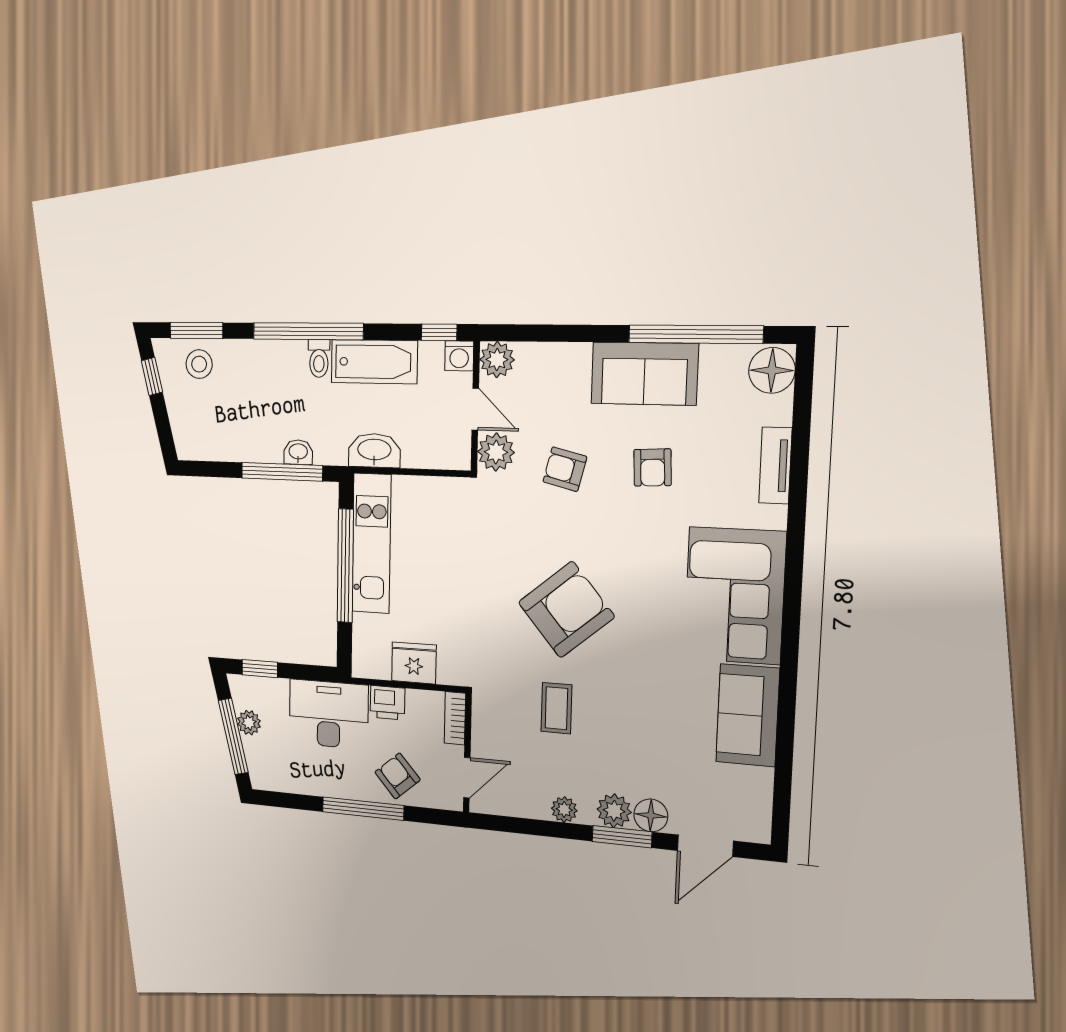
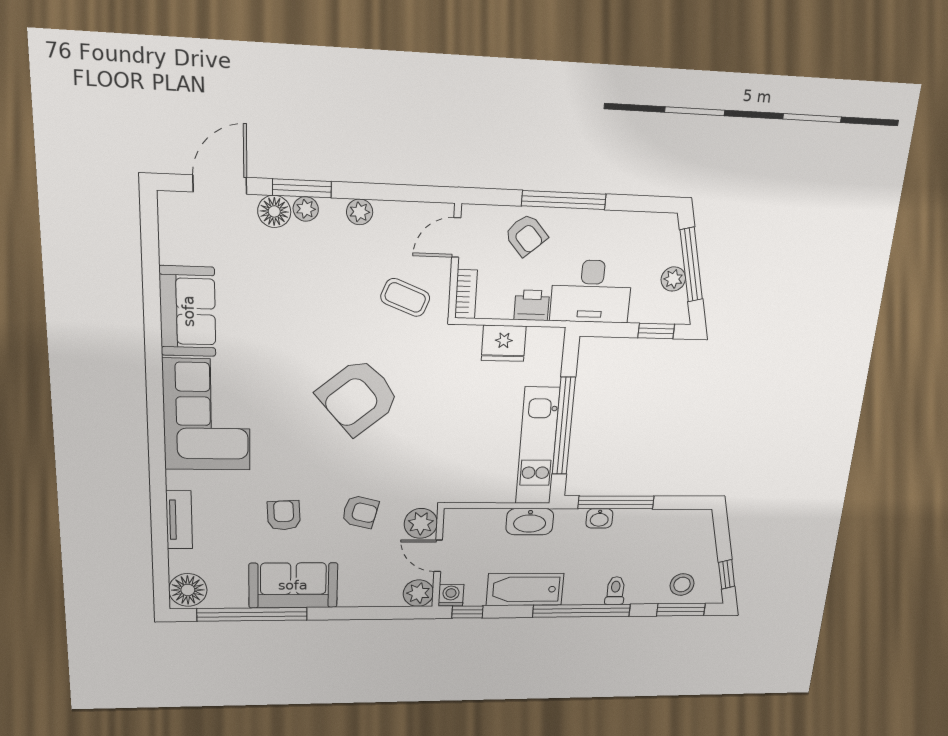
toilet: (319, 358) -> (615, 591), moved
coffee table: (556, 708) -> (405, 297), moved, turned -68
plant: (614, 811) -> (306, 209), width x0.73, depth x0.73

